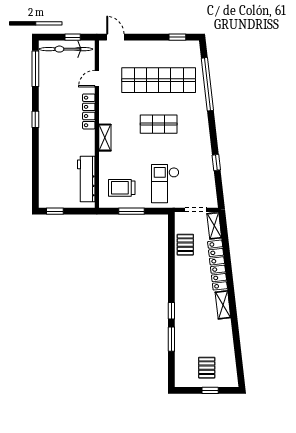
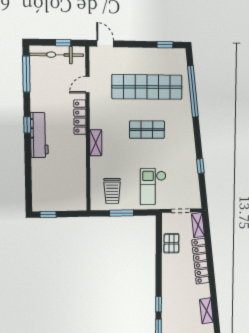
workbench: (86, 179) -> (39, 135), moved, turned 180
trolley: (122, 188) -> (112, 191), turned -90
shelving: (223, 305) -> (206, 311), moved

